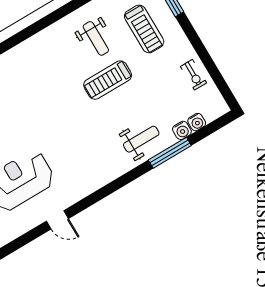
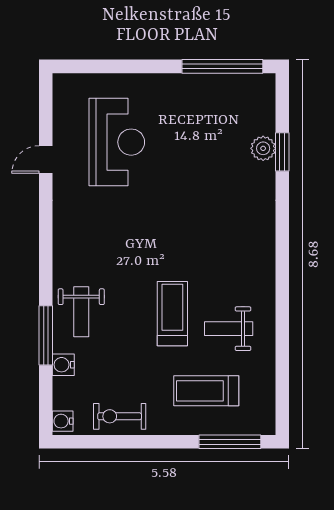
exercise bike: (193, 75) -> (120, 416), width x1.38, depth x1.39
water cooler: (197, 122) -> (63, 421), moved

